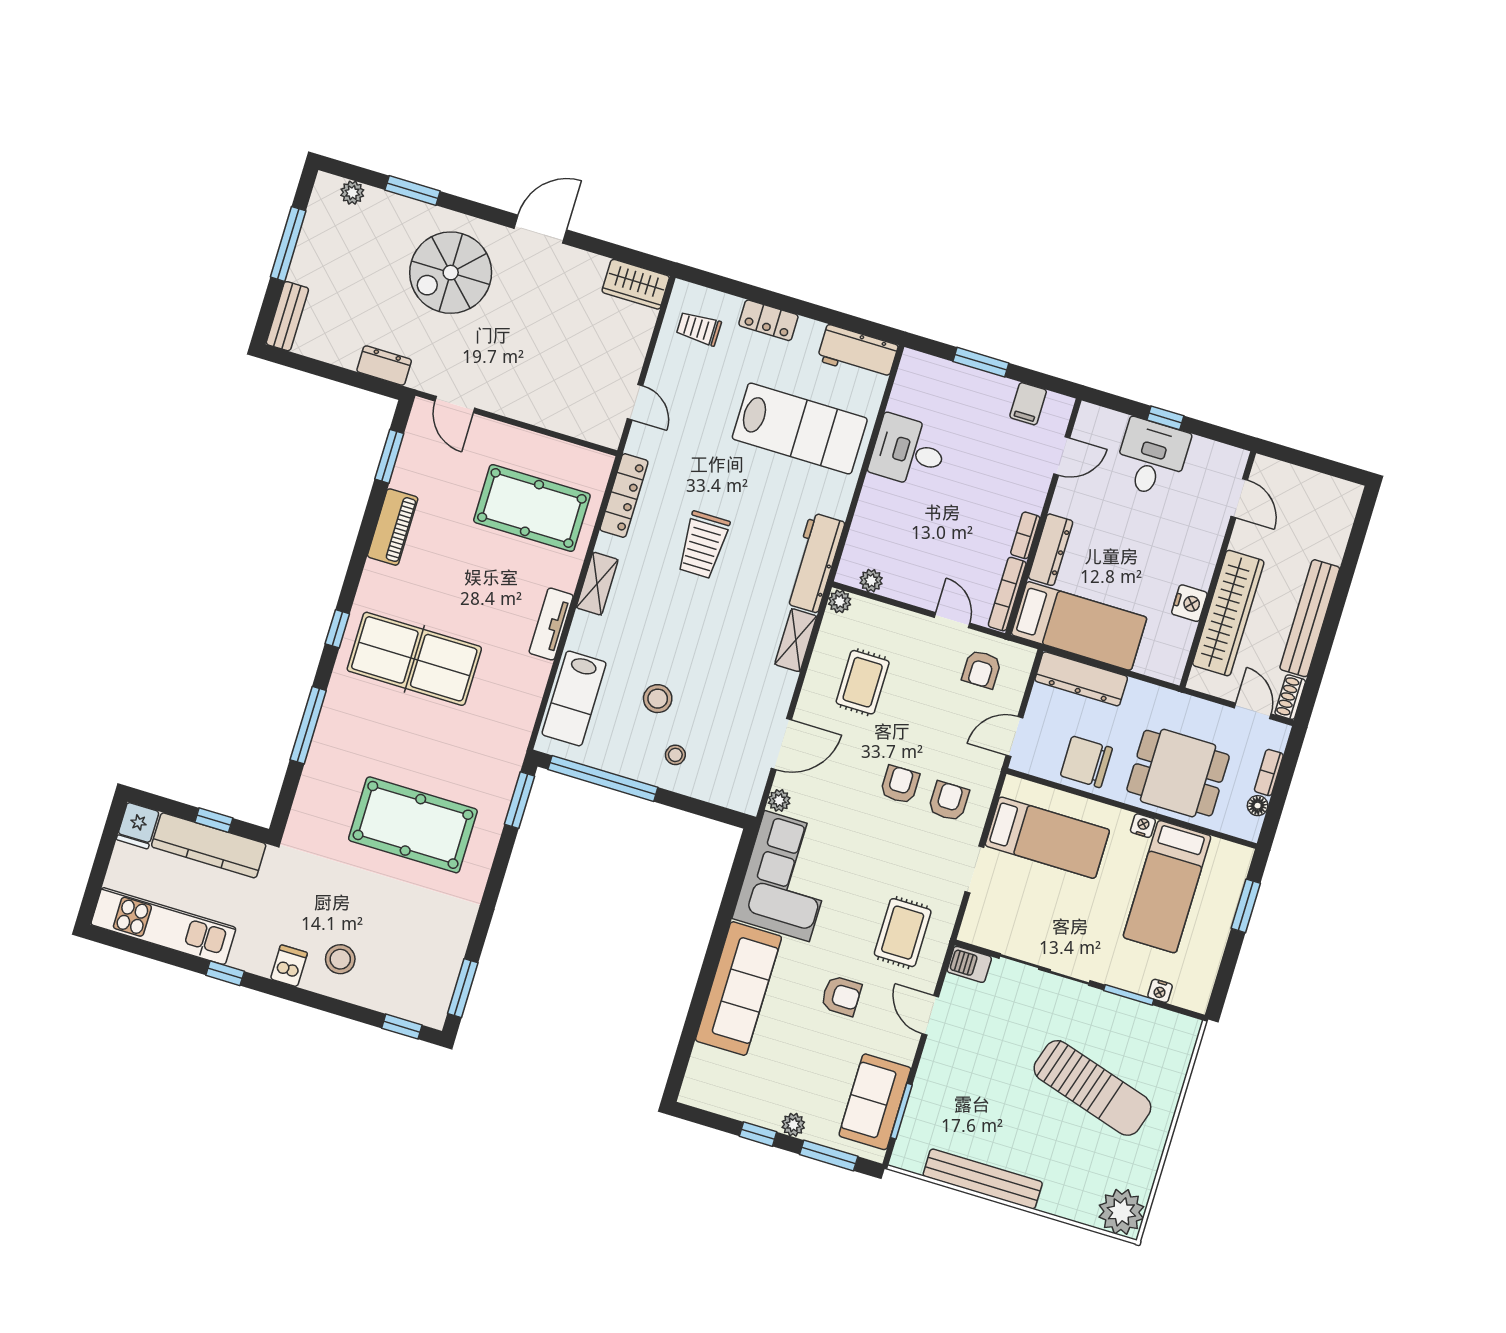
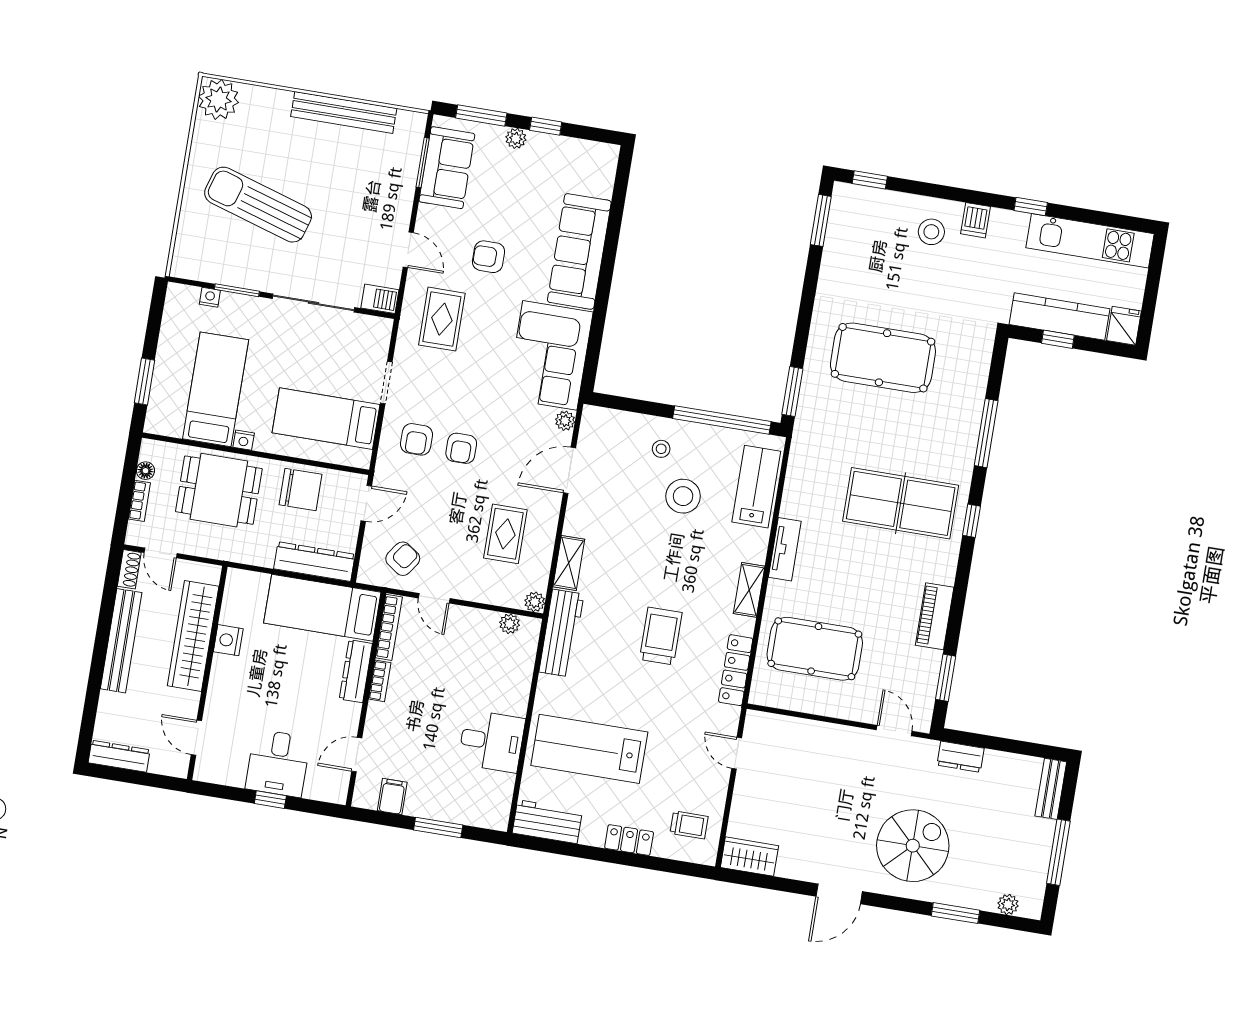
dresser: (1329, 489) -> (119, 756), added
armchair: (982, 669) -> (403, 559), turned 35
stool: (658, 699) -> (683, 496), width x1.38, depth x1.38

